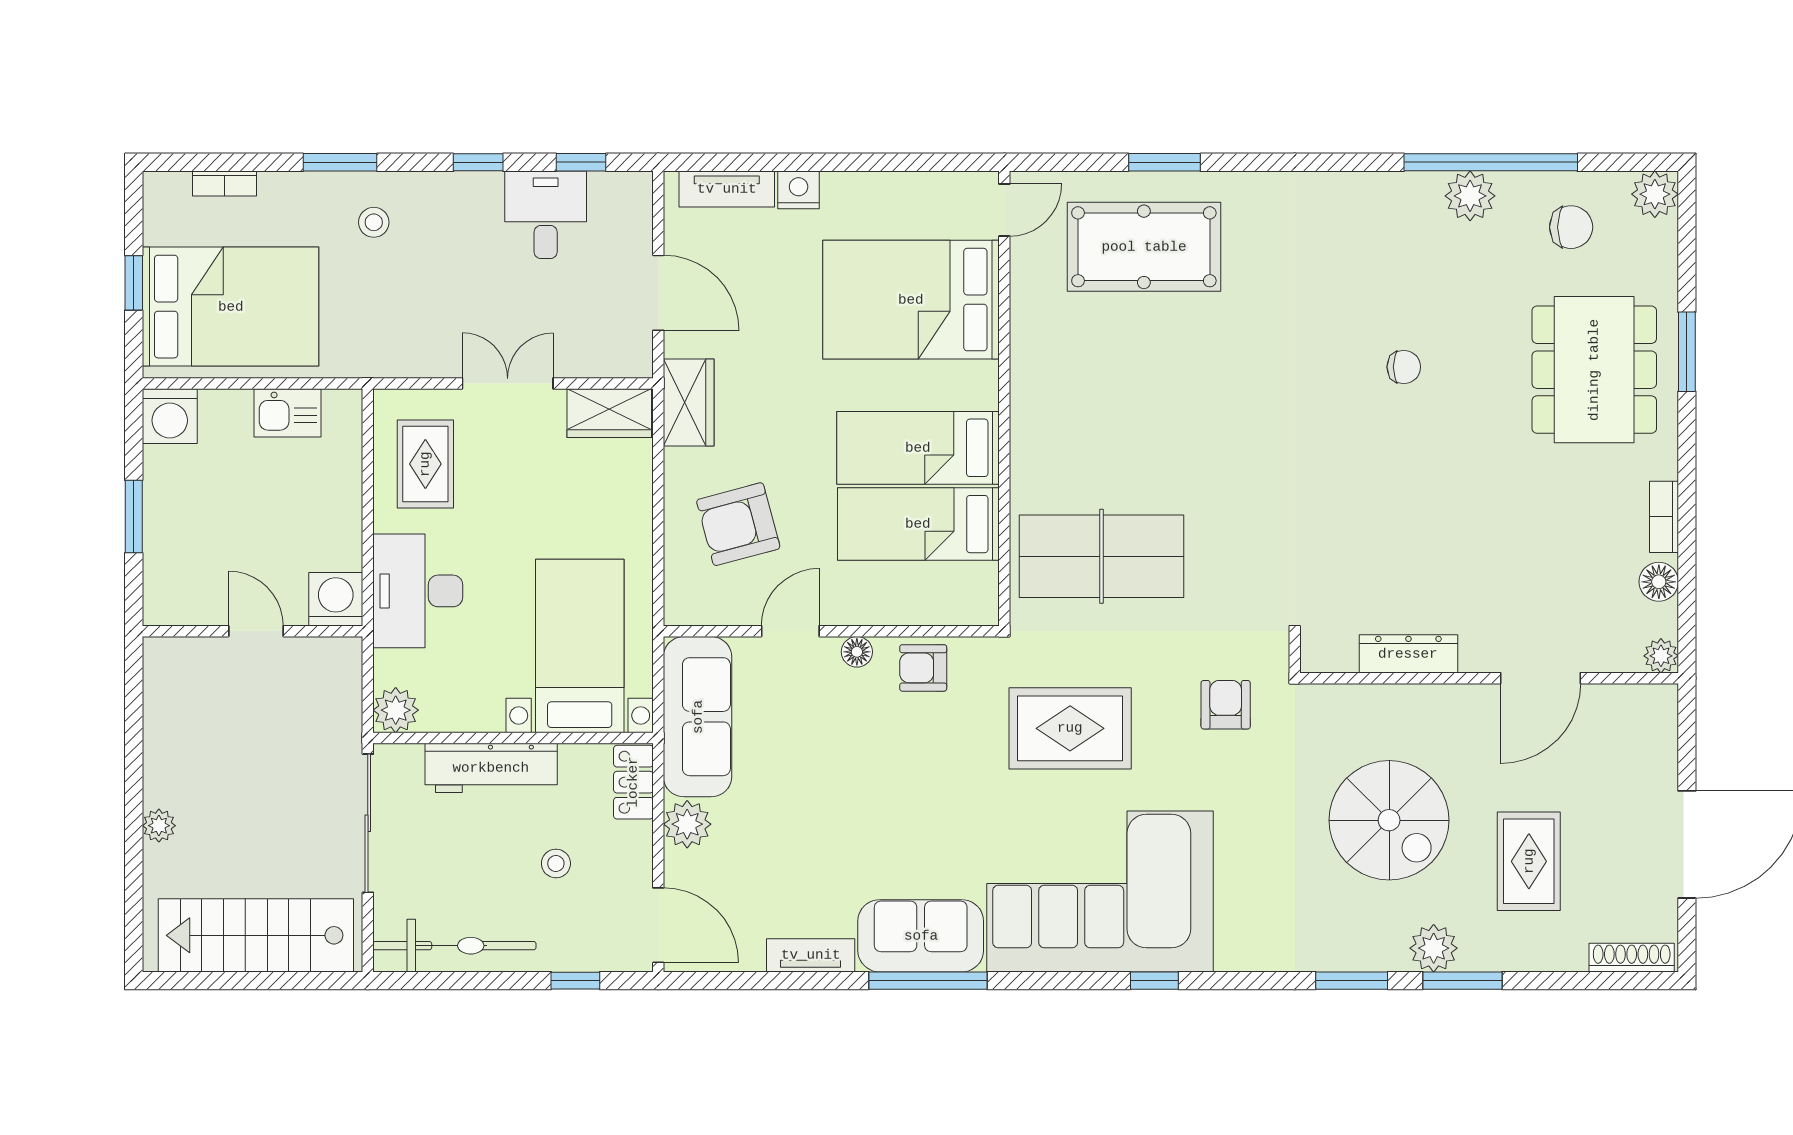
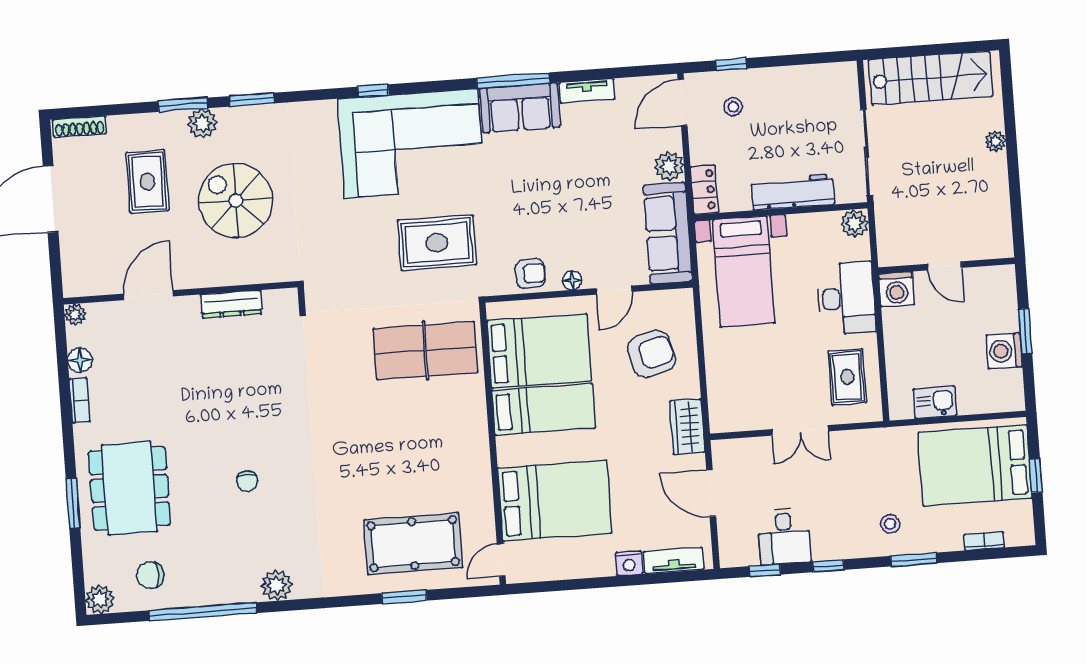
plant: (1470, 196) -> (277, 585), moved
chair: (1404, 367) -> (247, 481), turned -90
wardrobe: (609, 413) -> (736, 417), removed
washing machine: (170, 416) -> (1004, 351), moved, turned -90
bed: (918, 524) -> (539, 351), width x1.50
armchair: (1226, 705) -> (342, 264), removed
stool: (556, 863) -> (733, 107), moved
door: (658, 925) -> (682, 102), hinge flipped
bicycle: (454, 946) -> (808, 81), removed

